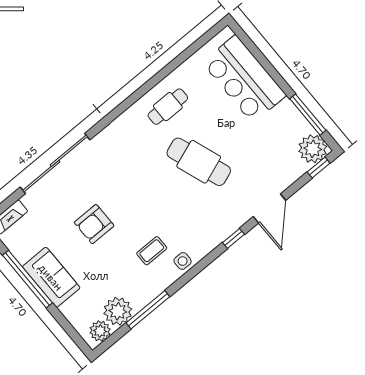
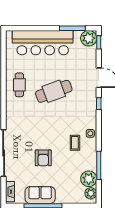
bar counter: (244, 79) -> (43, 43), width x1.36
sofa: (51, 277) -> (40, 195), moved

